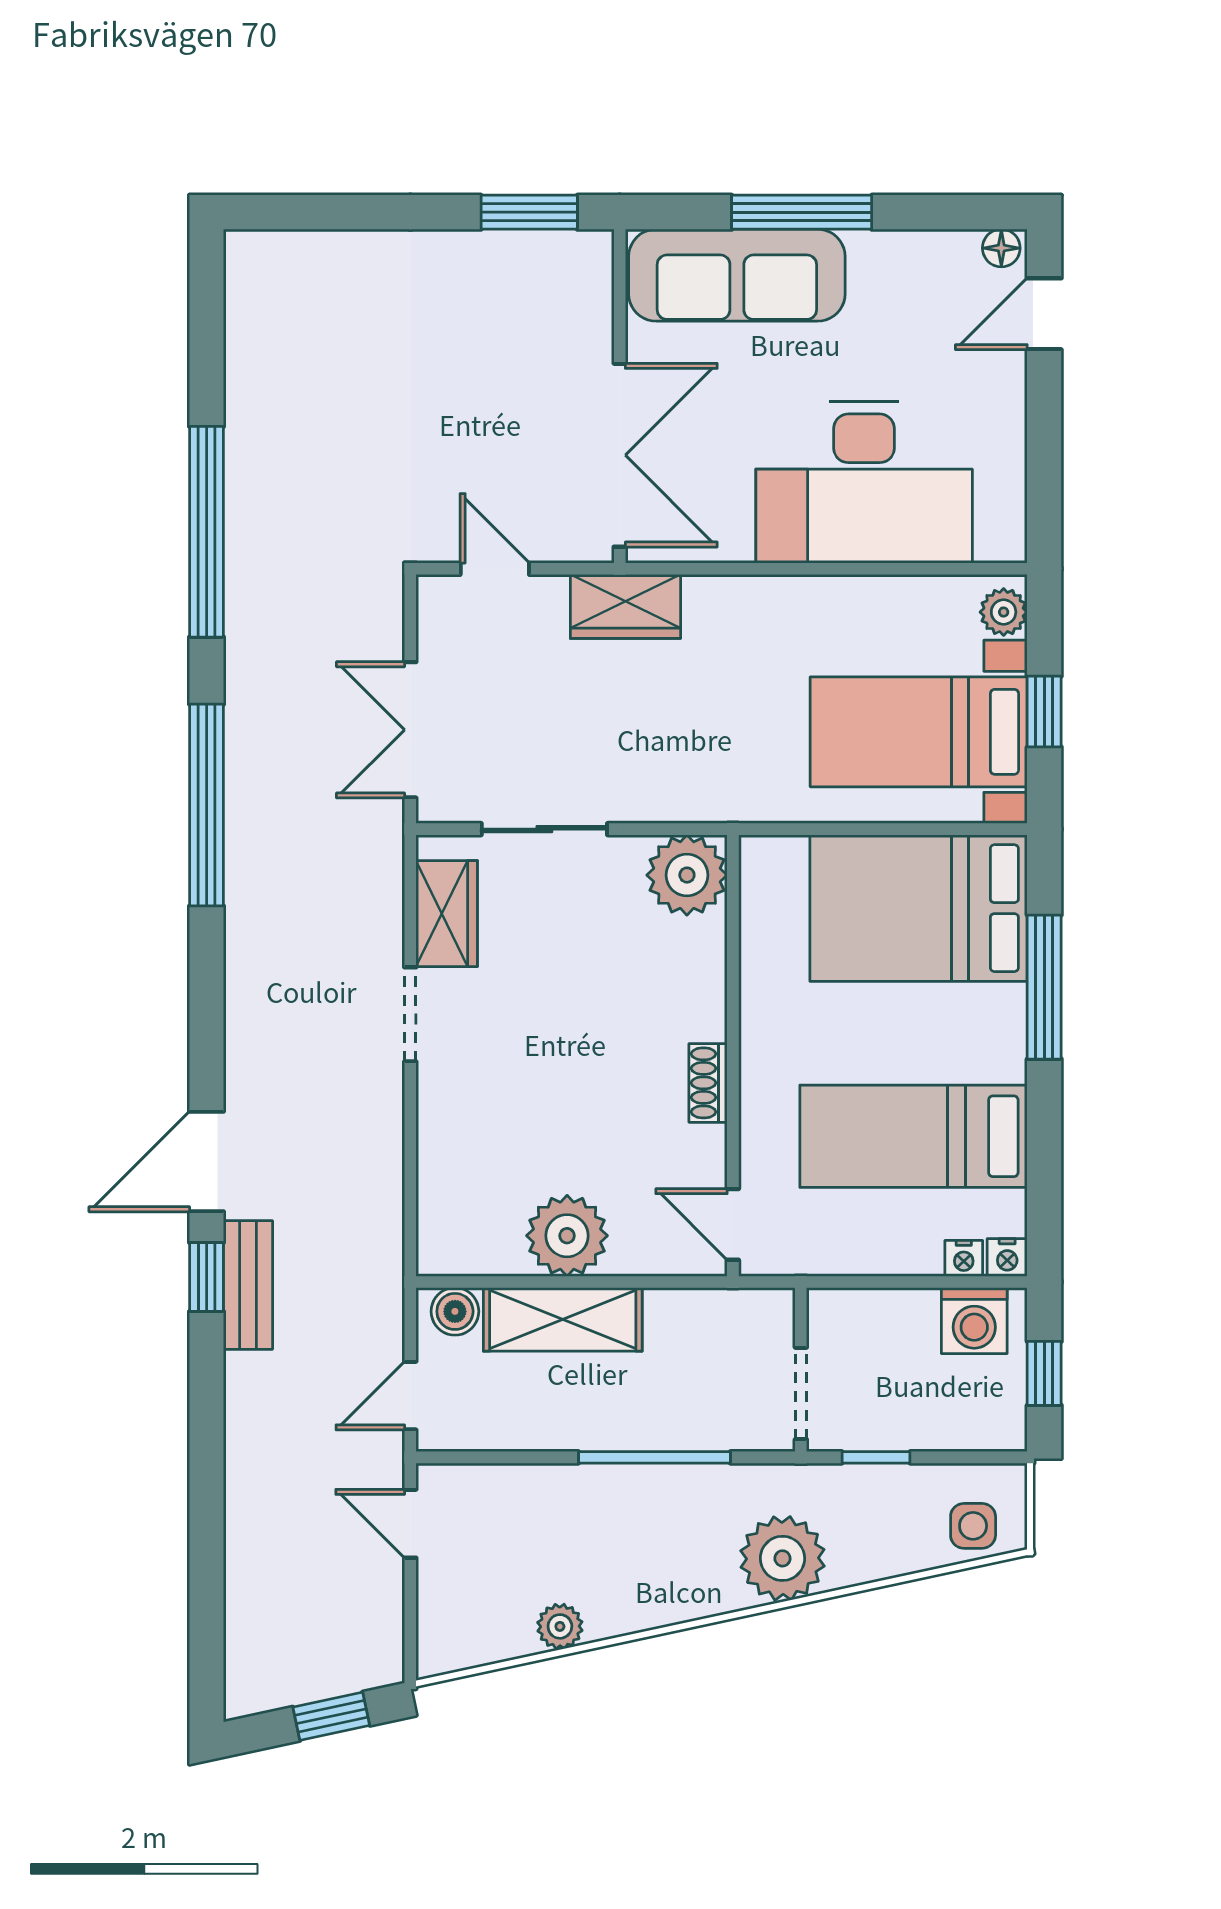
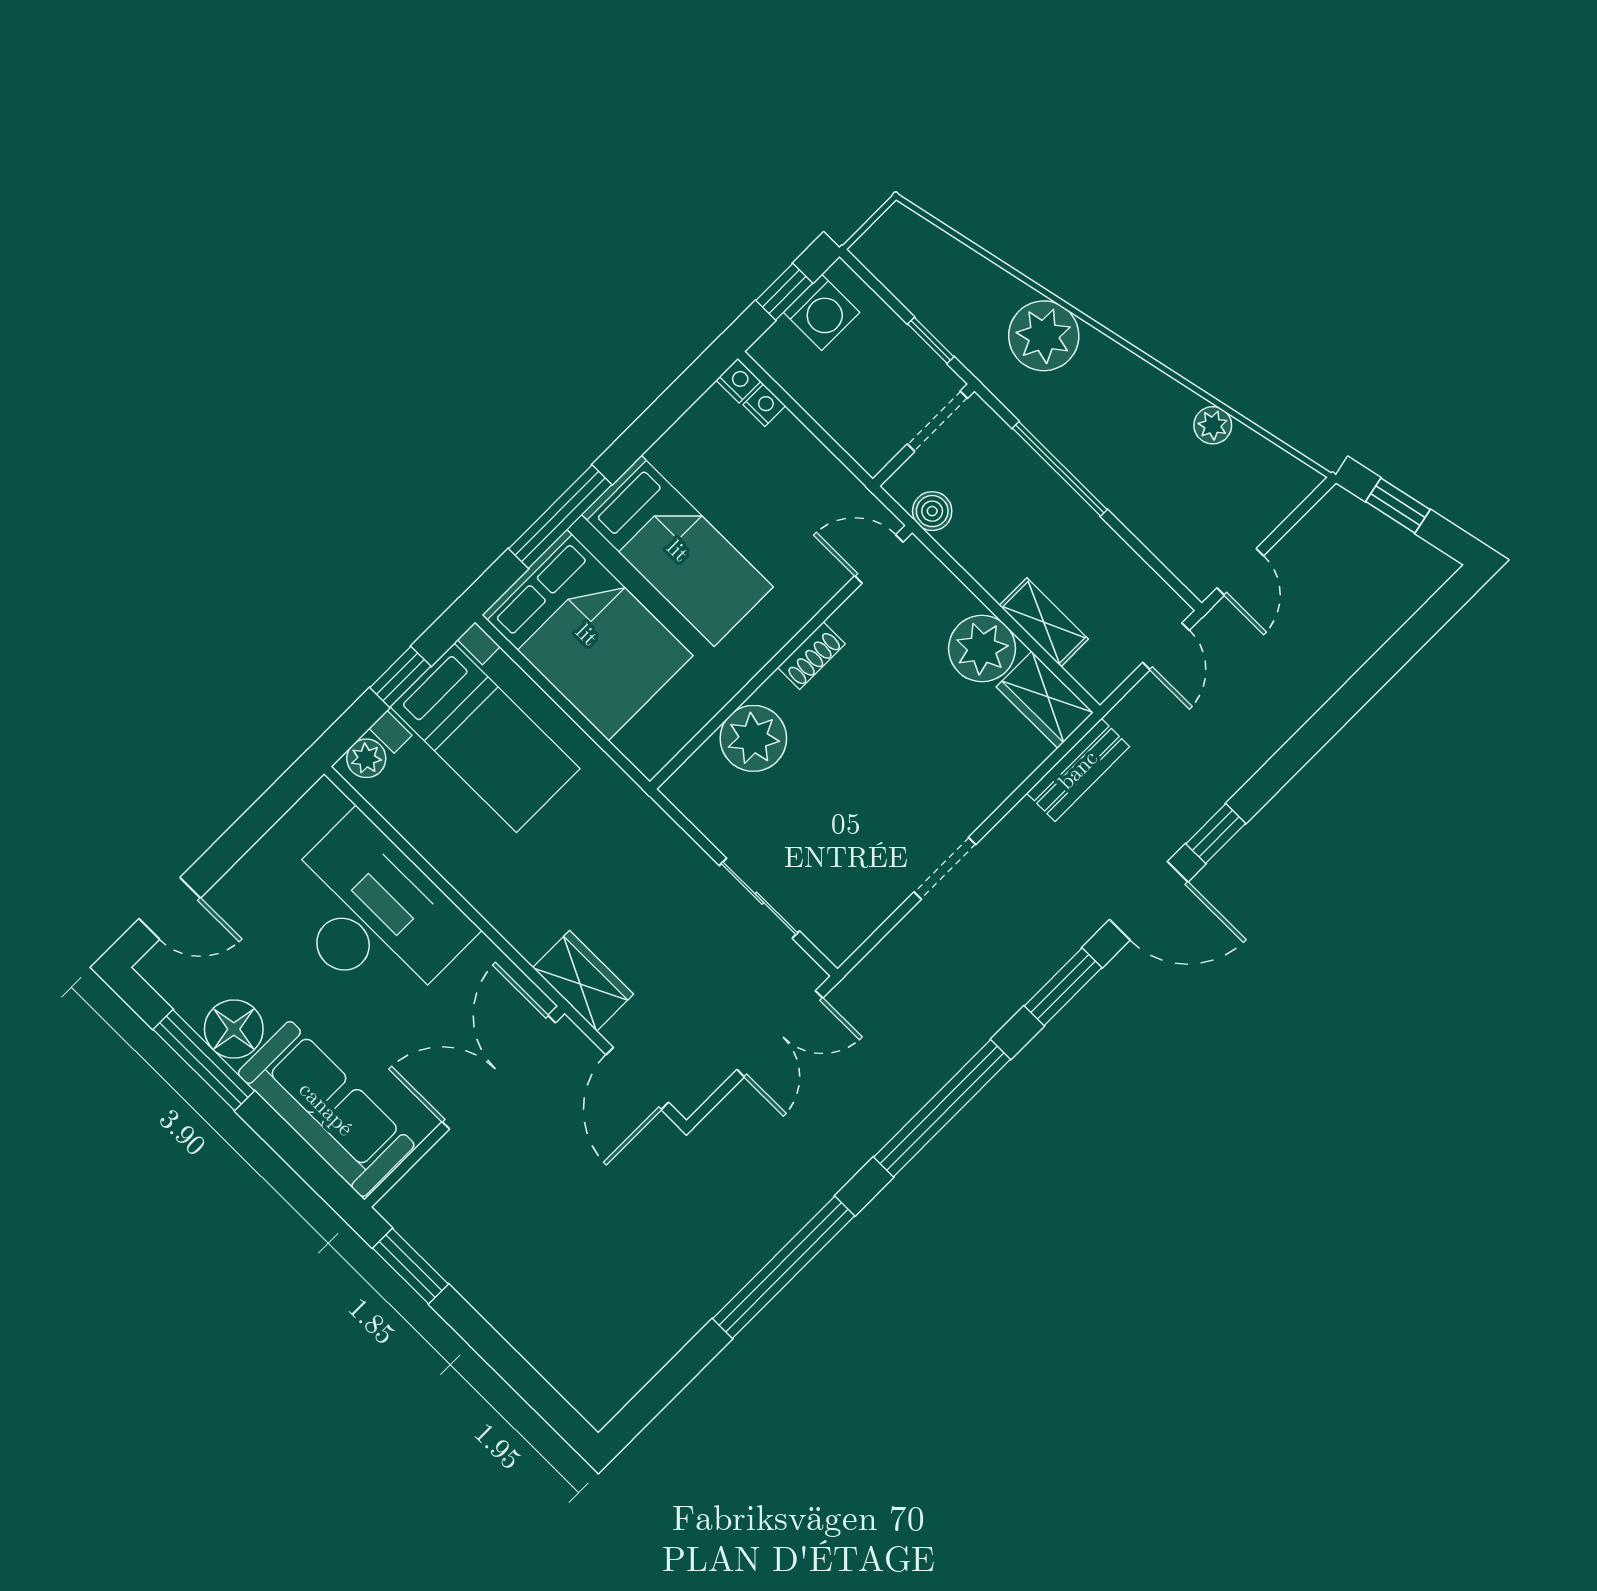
window: (802, 212) -> (204, 1060), moved
floor lamp: (1001, 248) -> (234, 1029), moved, width x1.89, depth x1.89
door: (495, 569) -> (637, 1079), width x1.38
plant: (687, 875) -> (753, 738), moved
wardrobe: (447, 914) -> (1045, 700), moved, turned -90
window: (207, 1014) -> (1063, 987), added
bed: (913, 1136) -> (678, 551), moved
door: (733, 1224) -> (879, 559), swing flipped
bench: (248, 1285) -> (1078, 770), moved
boiler: (455, 1311) -> (932, 511), moved
shelving: (563, 1319) -> (1044, 622), width x0.67, depth x0.75
washing machine: (974, 1321) -> (822, 312), moved, turned 90
door: (410, 1396) -> (1166, 646), hinge flipped
side table: (973, 1526) -> (914, 244), removed

